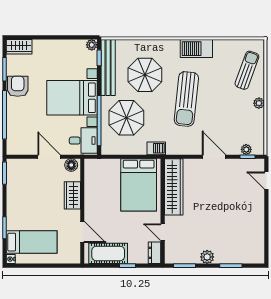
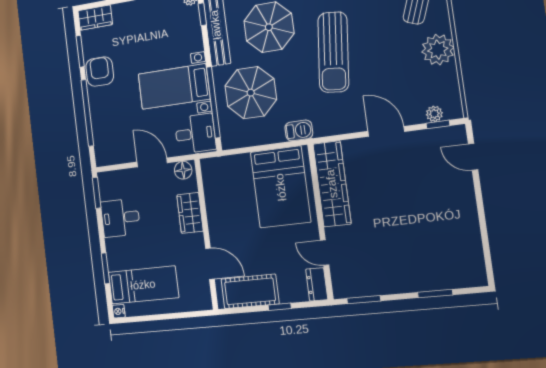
bed with nightstands: (72, 98) -> (174, 87), width x0.73
plant: (259, 103) -> (438, 50), width x1.88, depth x1.88
desk: (20, 193) -> (120, 218), added
plant: (207, 257) -> (396, 283), removed

